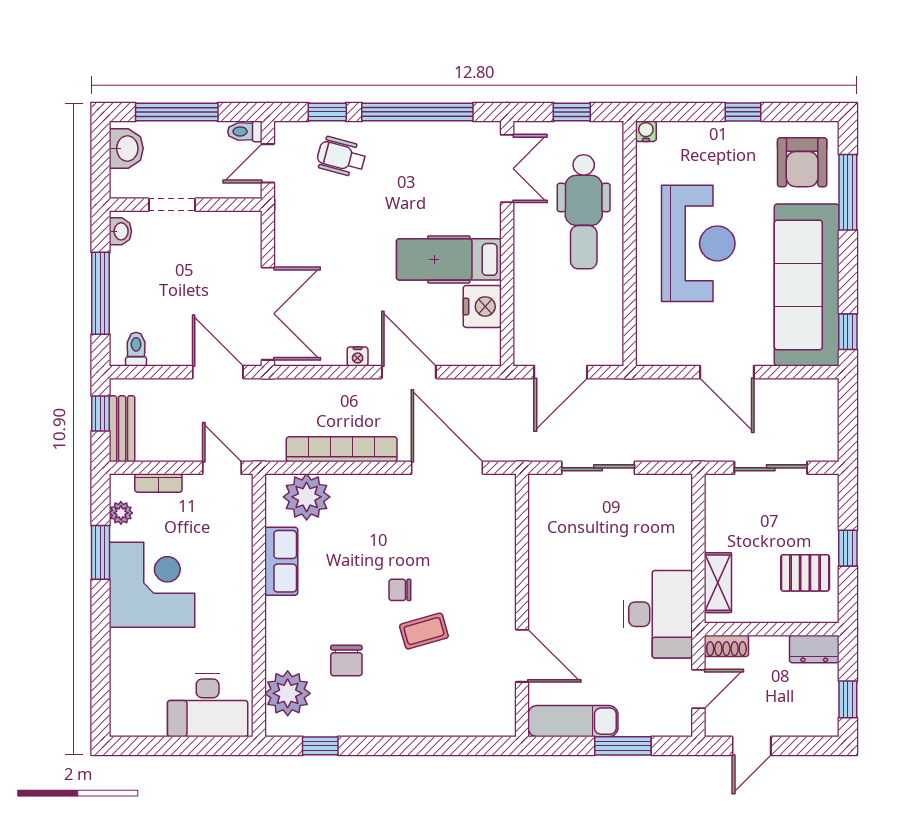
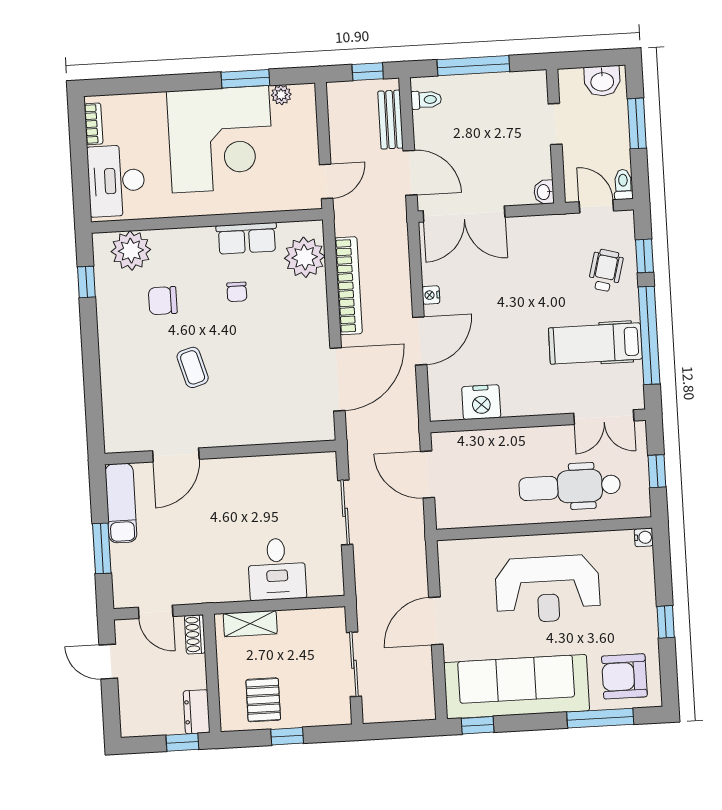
window: (177, 112) -> (637, 123), width x0.69
washbasin: (120, 231) -> (544, 192), moved, turned 90
hospital bed: (449, 259) -> (595, 343), moved, turned -90
door: (218, 372) -> (410, 173), hinge flipped
bench: (122, 429) -> (391, 120), moved, turned 90
bookcase: (158, 483) -> (93, 124), moved, turned 180
corner desk: (152, 585) -> (220, 139), width x1.36, depth x1.36
chair: (400, 590) -> (237, 292), moved, turned 180
desk: (658, 614) -> (277, 569), moved, width x0.73
window: (848, 699) -> (182, 742), moved

